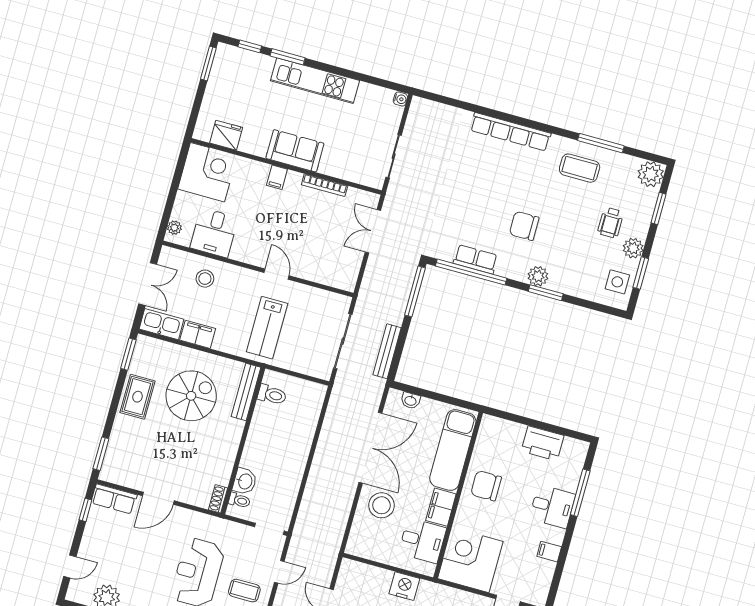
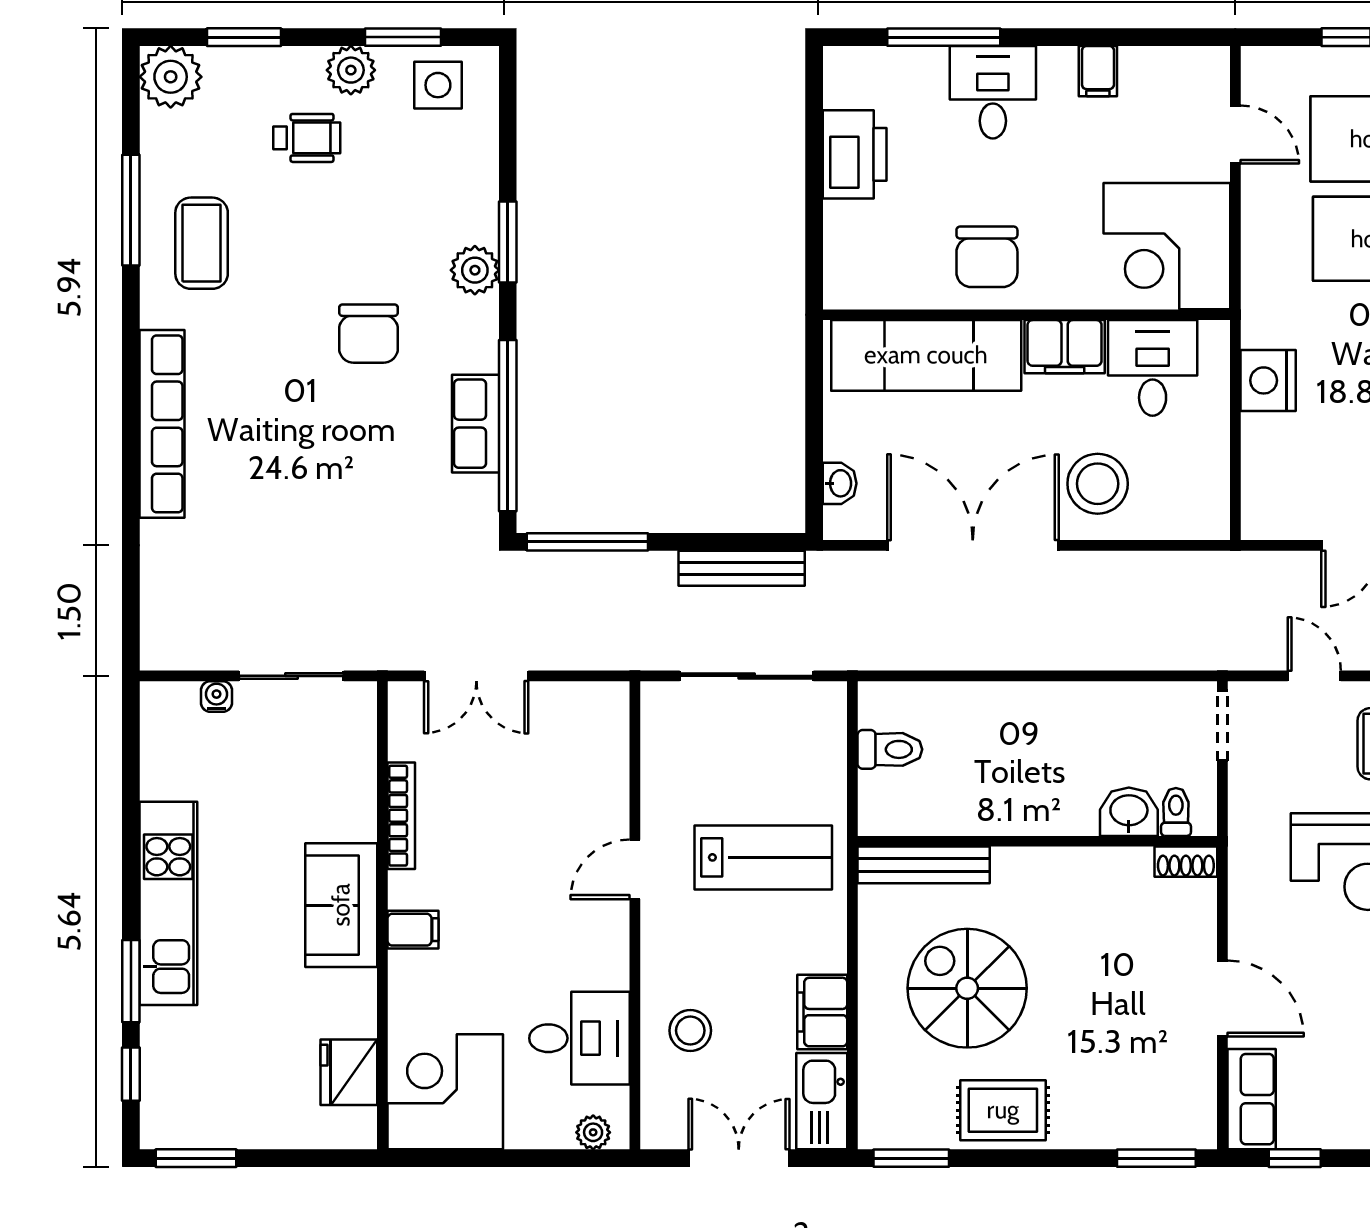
water cooler: (400, 99) -> (217, 697), moved
toilet: (272, 395) -> (890, 749), moved, turned 90

